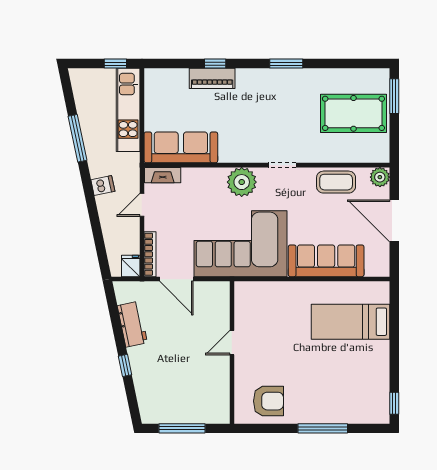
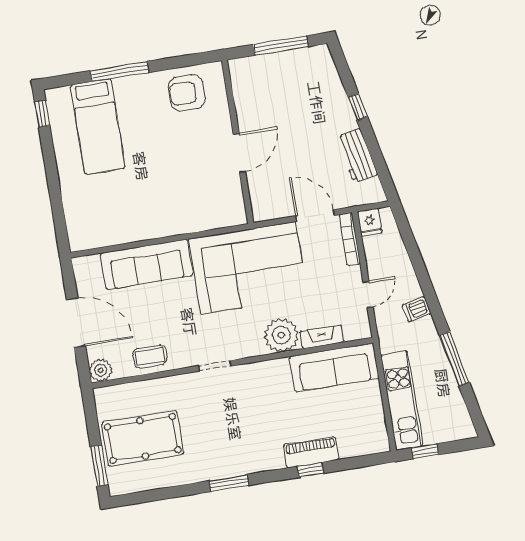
fireplace: (163, 175) -> (322, 337), moved
plant: (242, 182) -> (281, 335), moved
coffee table: (336, 182) -> (150, 356), width x0.73, depth x0.77
bed: (350, 322) -> (98, 126), moved, turned 90
door: (232, 343) -> (239, 153), width x1.38

